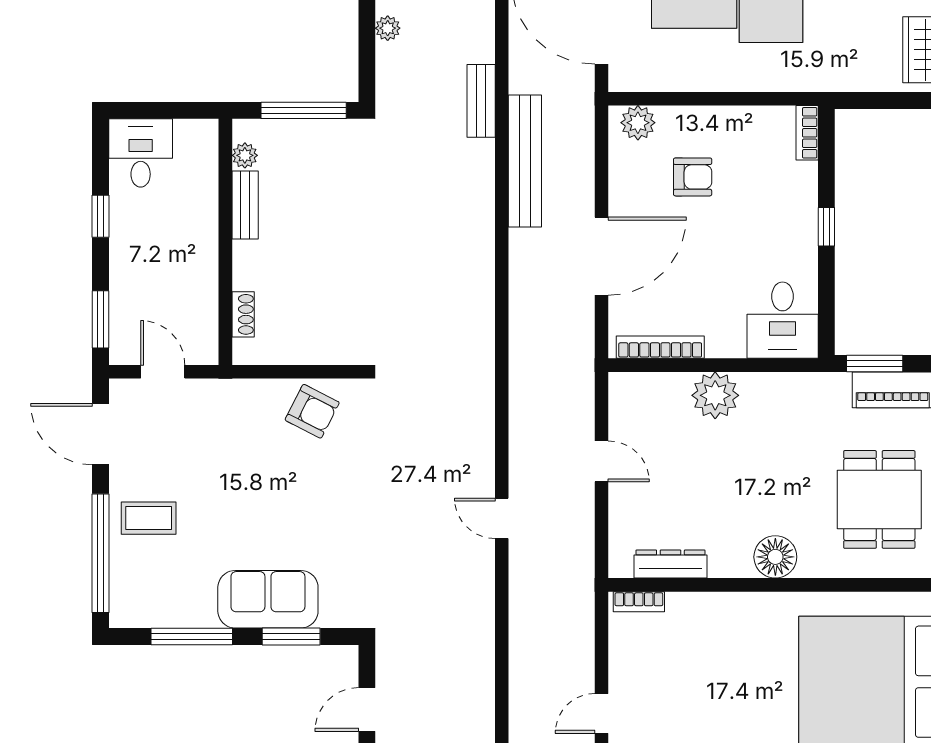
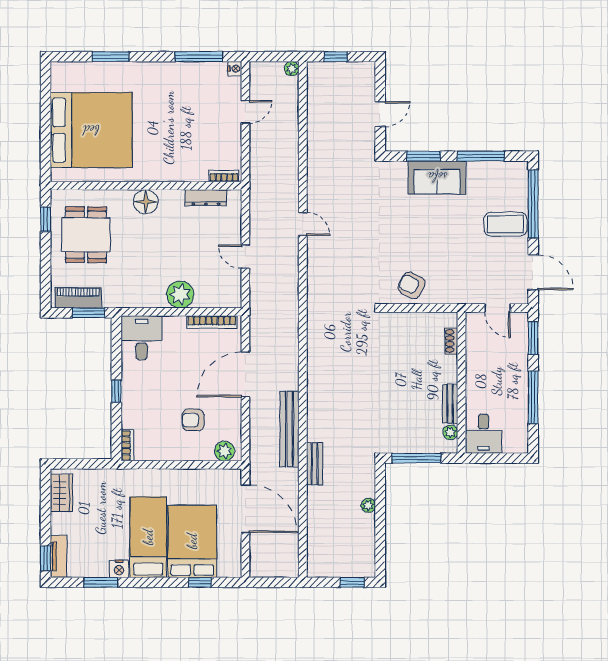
desk: (141, 153) -> (484, 434), moved
window: (101, 216) -> (533, 397), width x2.17
coffee table: (149, 518) -> (506, 224), width x1.36, depth x1.30

